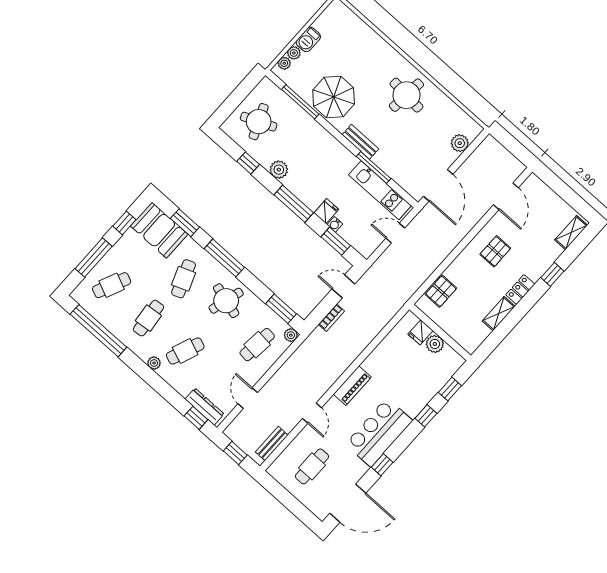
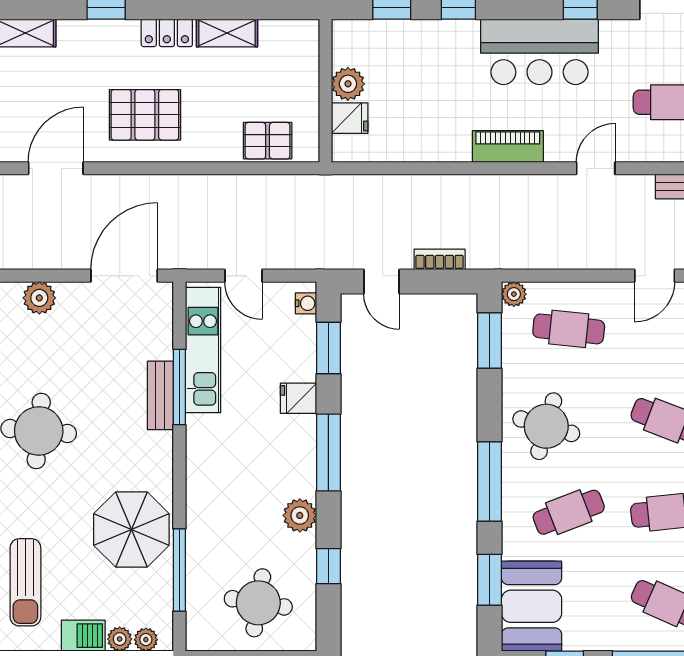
sun lounger: (350, 35) -> (25, 582), added
round table: (259, 122) -> (258, 603), turned 32
bench: (360, 142) -> (160, 395), moved
water cooler: (335, 224) -> (306, 303), moved
pallet: (495, 251) -> (145, 115), width x1.50, depth x1.42

